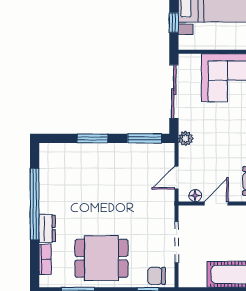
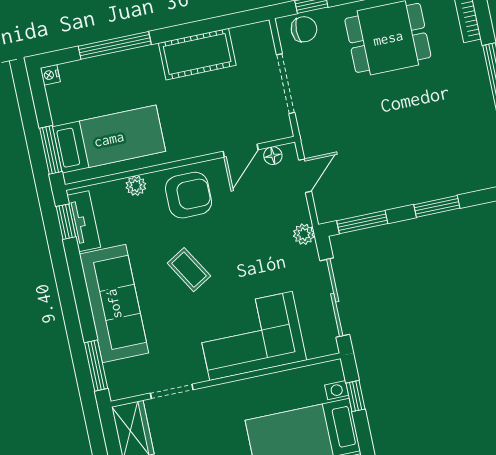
dresser: (47, 229) -> (474, 64), removed

